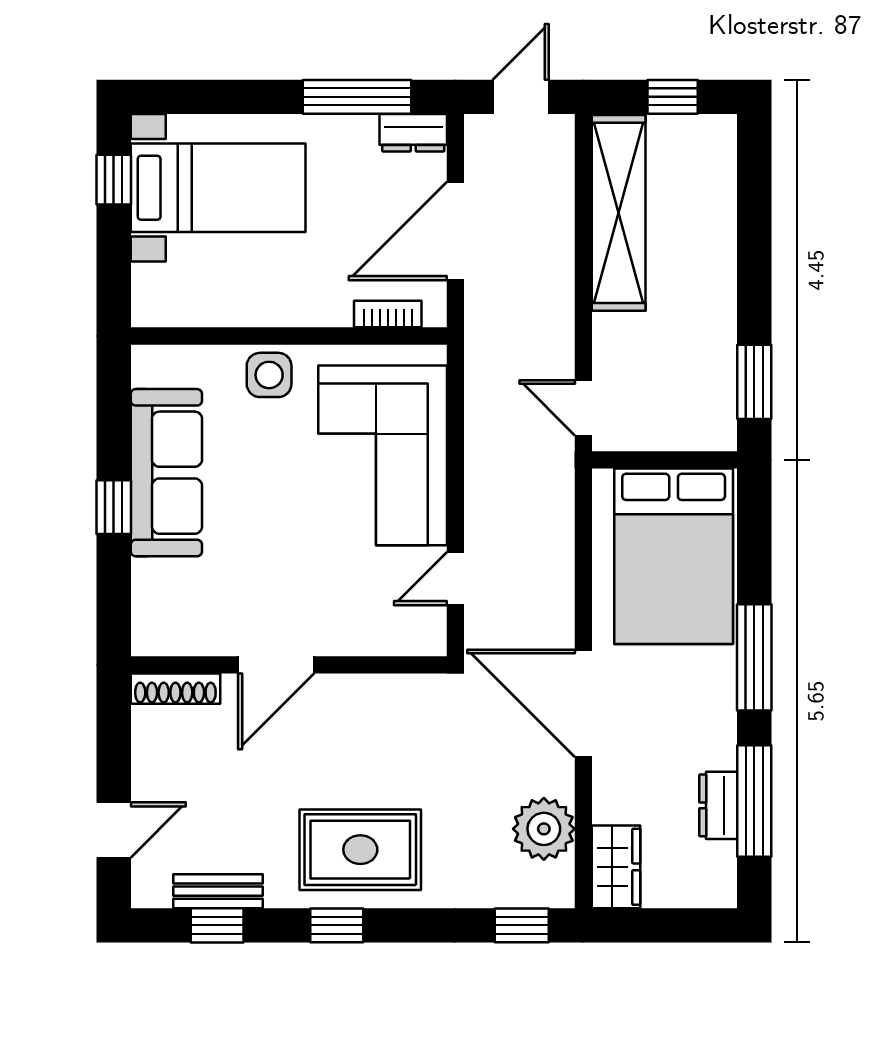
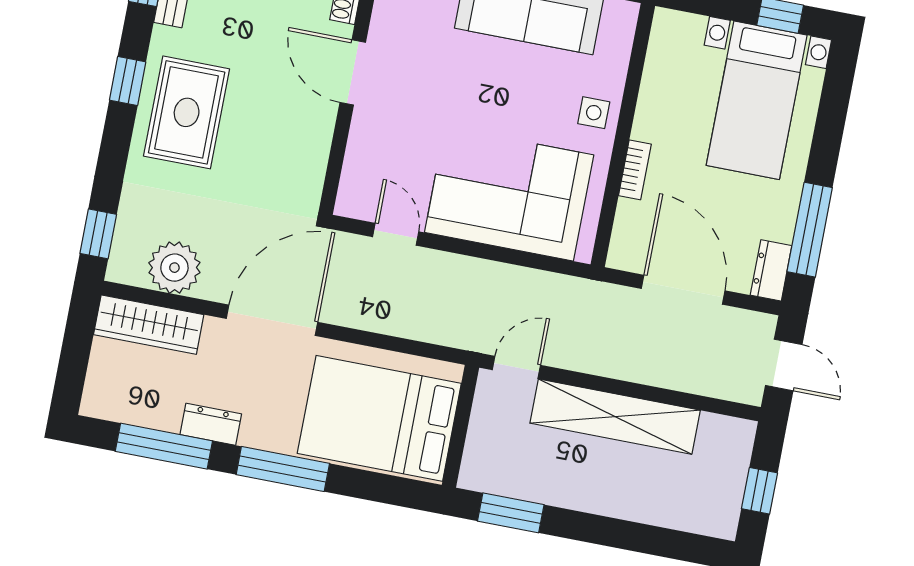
shelving: (619, 213) -> (615, 417), moved
bookcase: (388, 314) -> (635, 170), moved
side table: (269, 375) -> (594, 113), width x0.73, depth x0.73
dresser: (718, 805) -> (211, 424), moved
wardrobe: (616, 867) -> (149, 325), width x1.50

